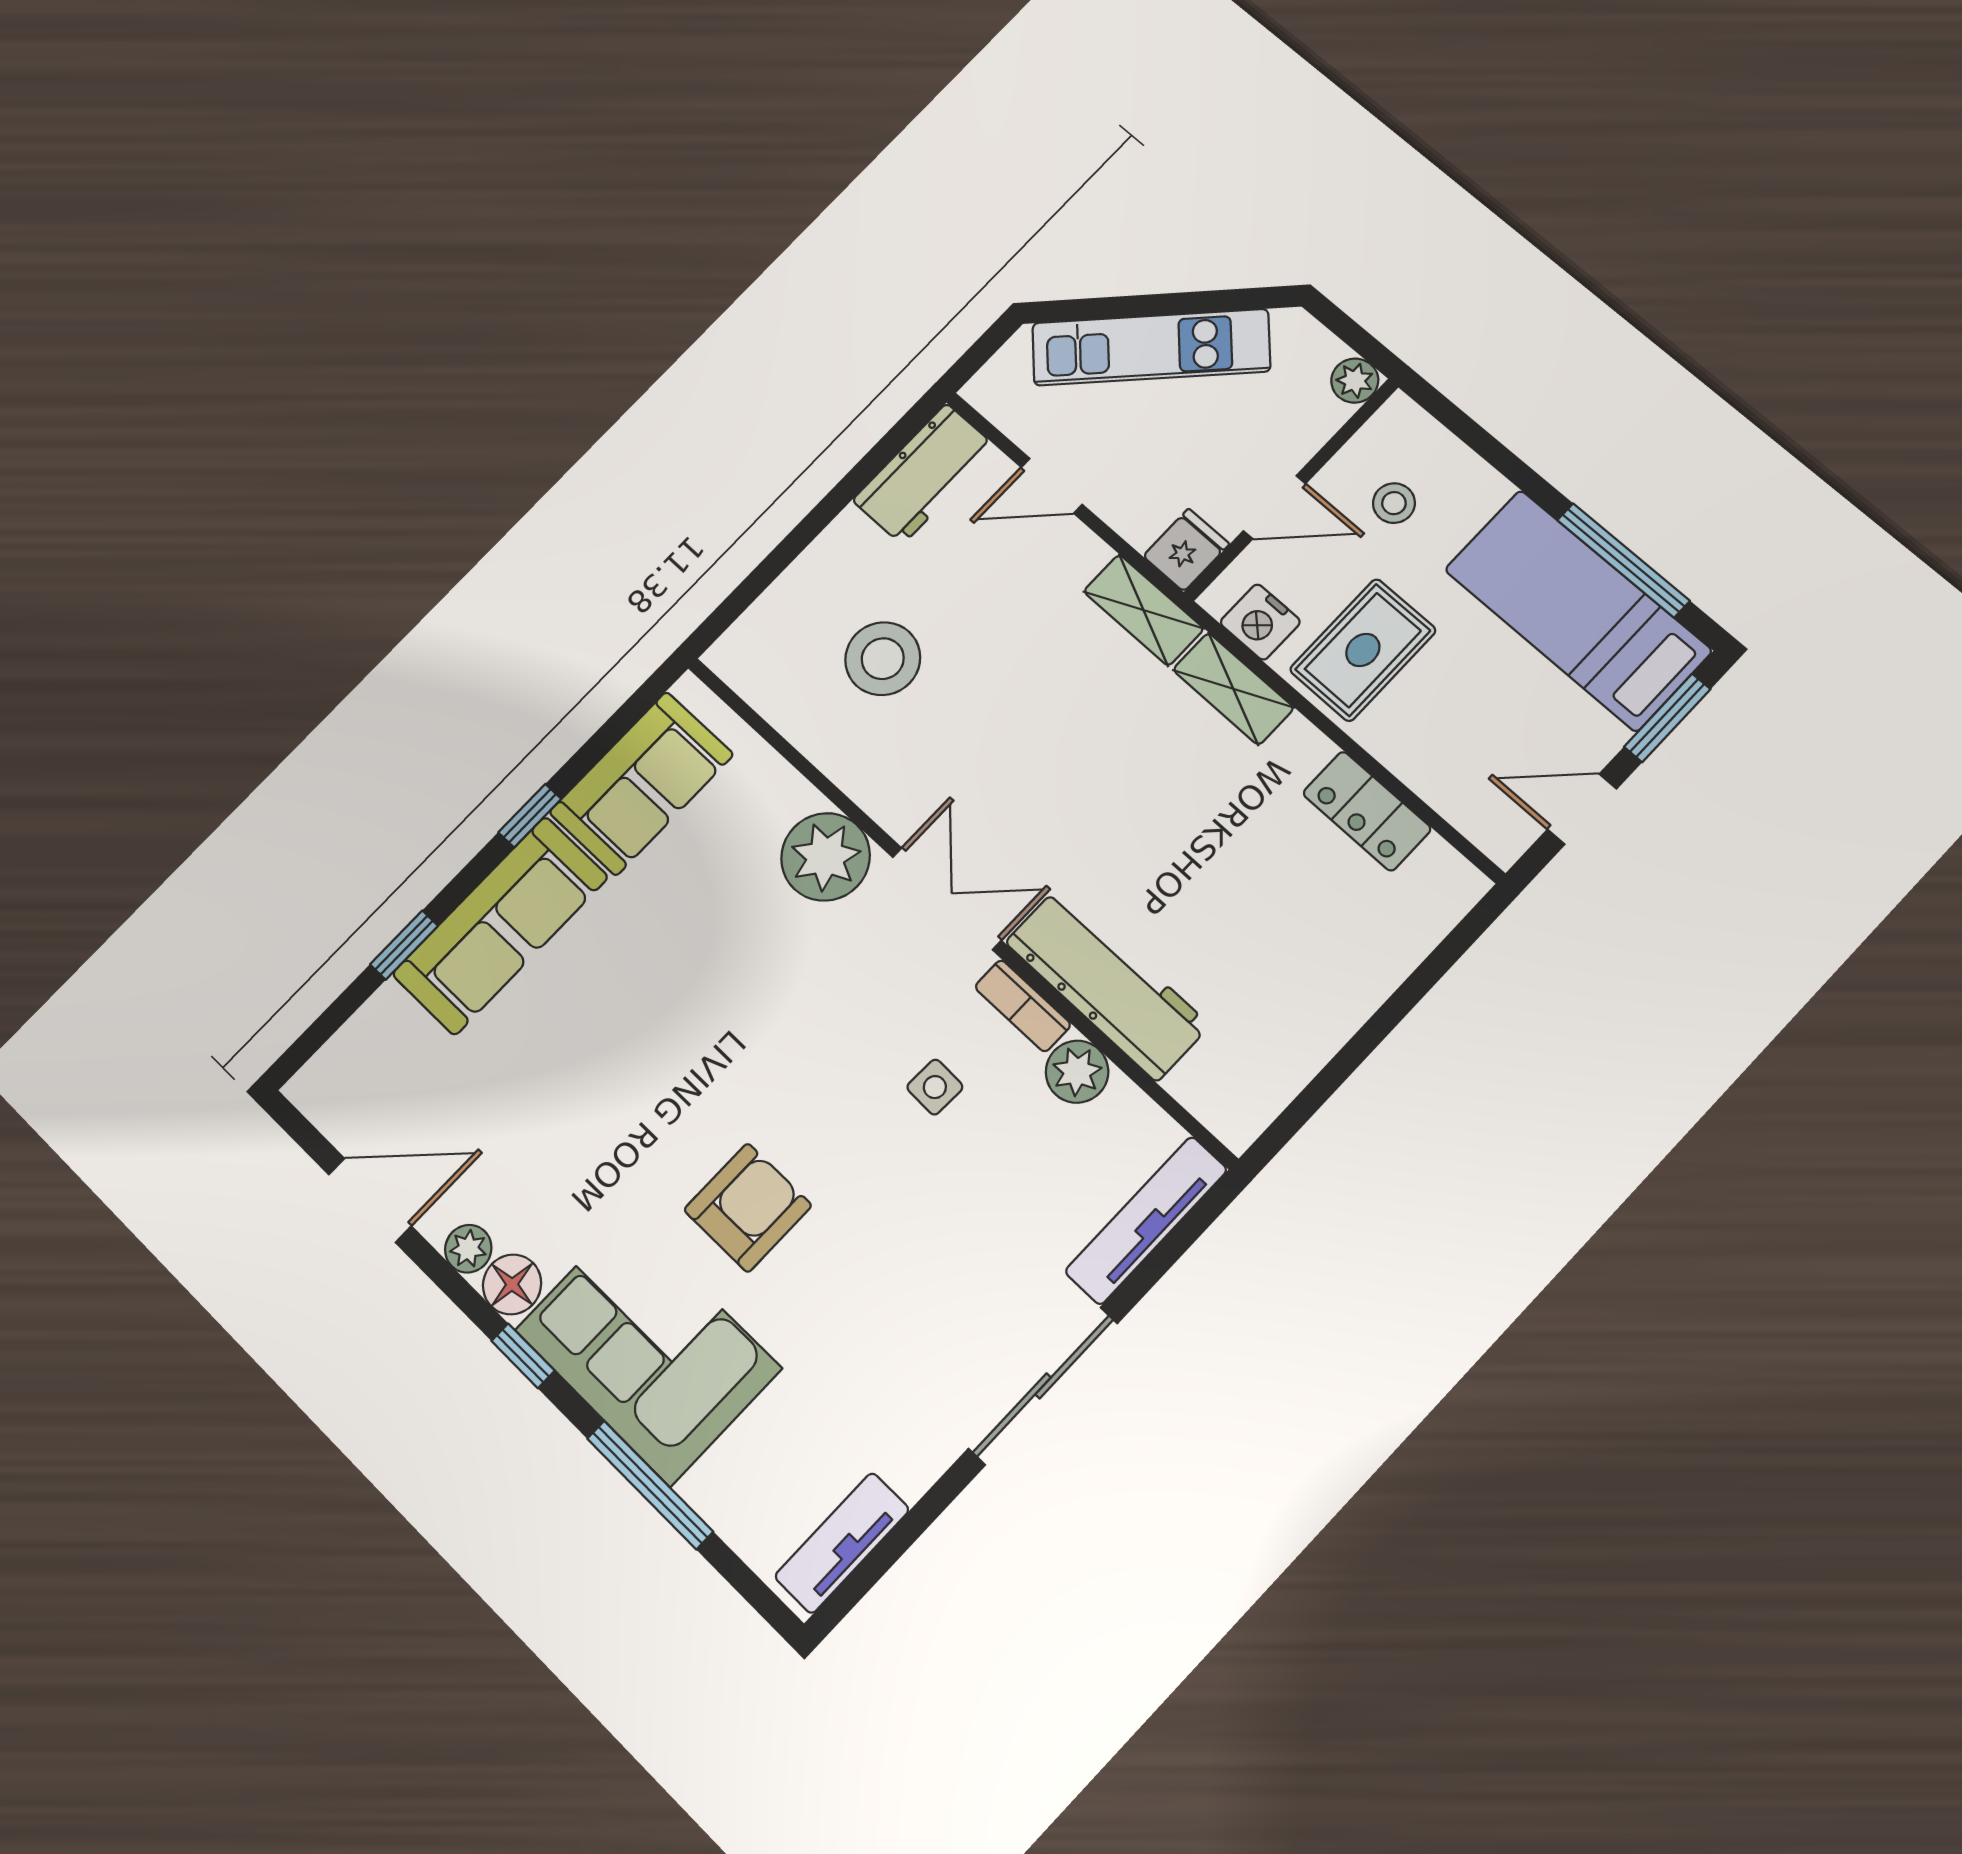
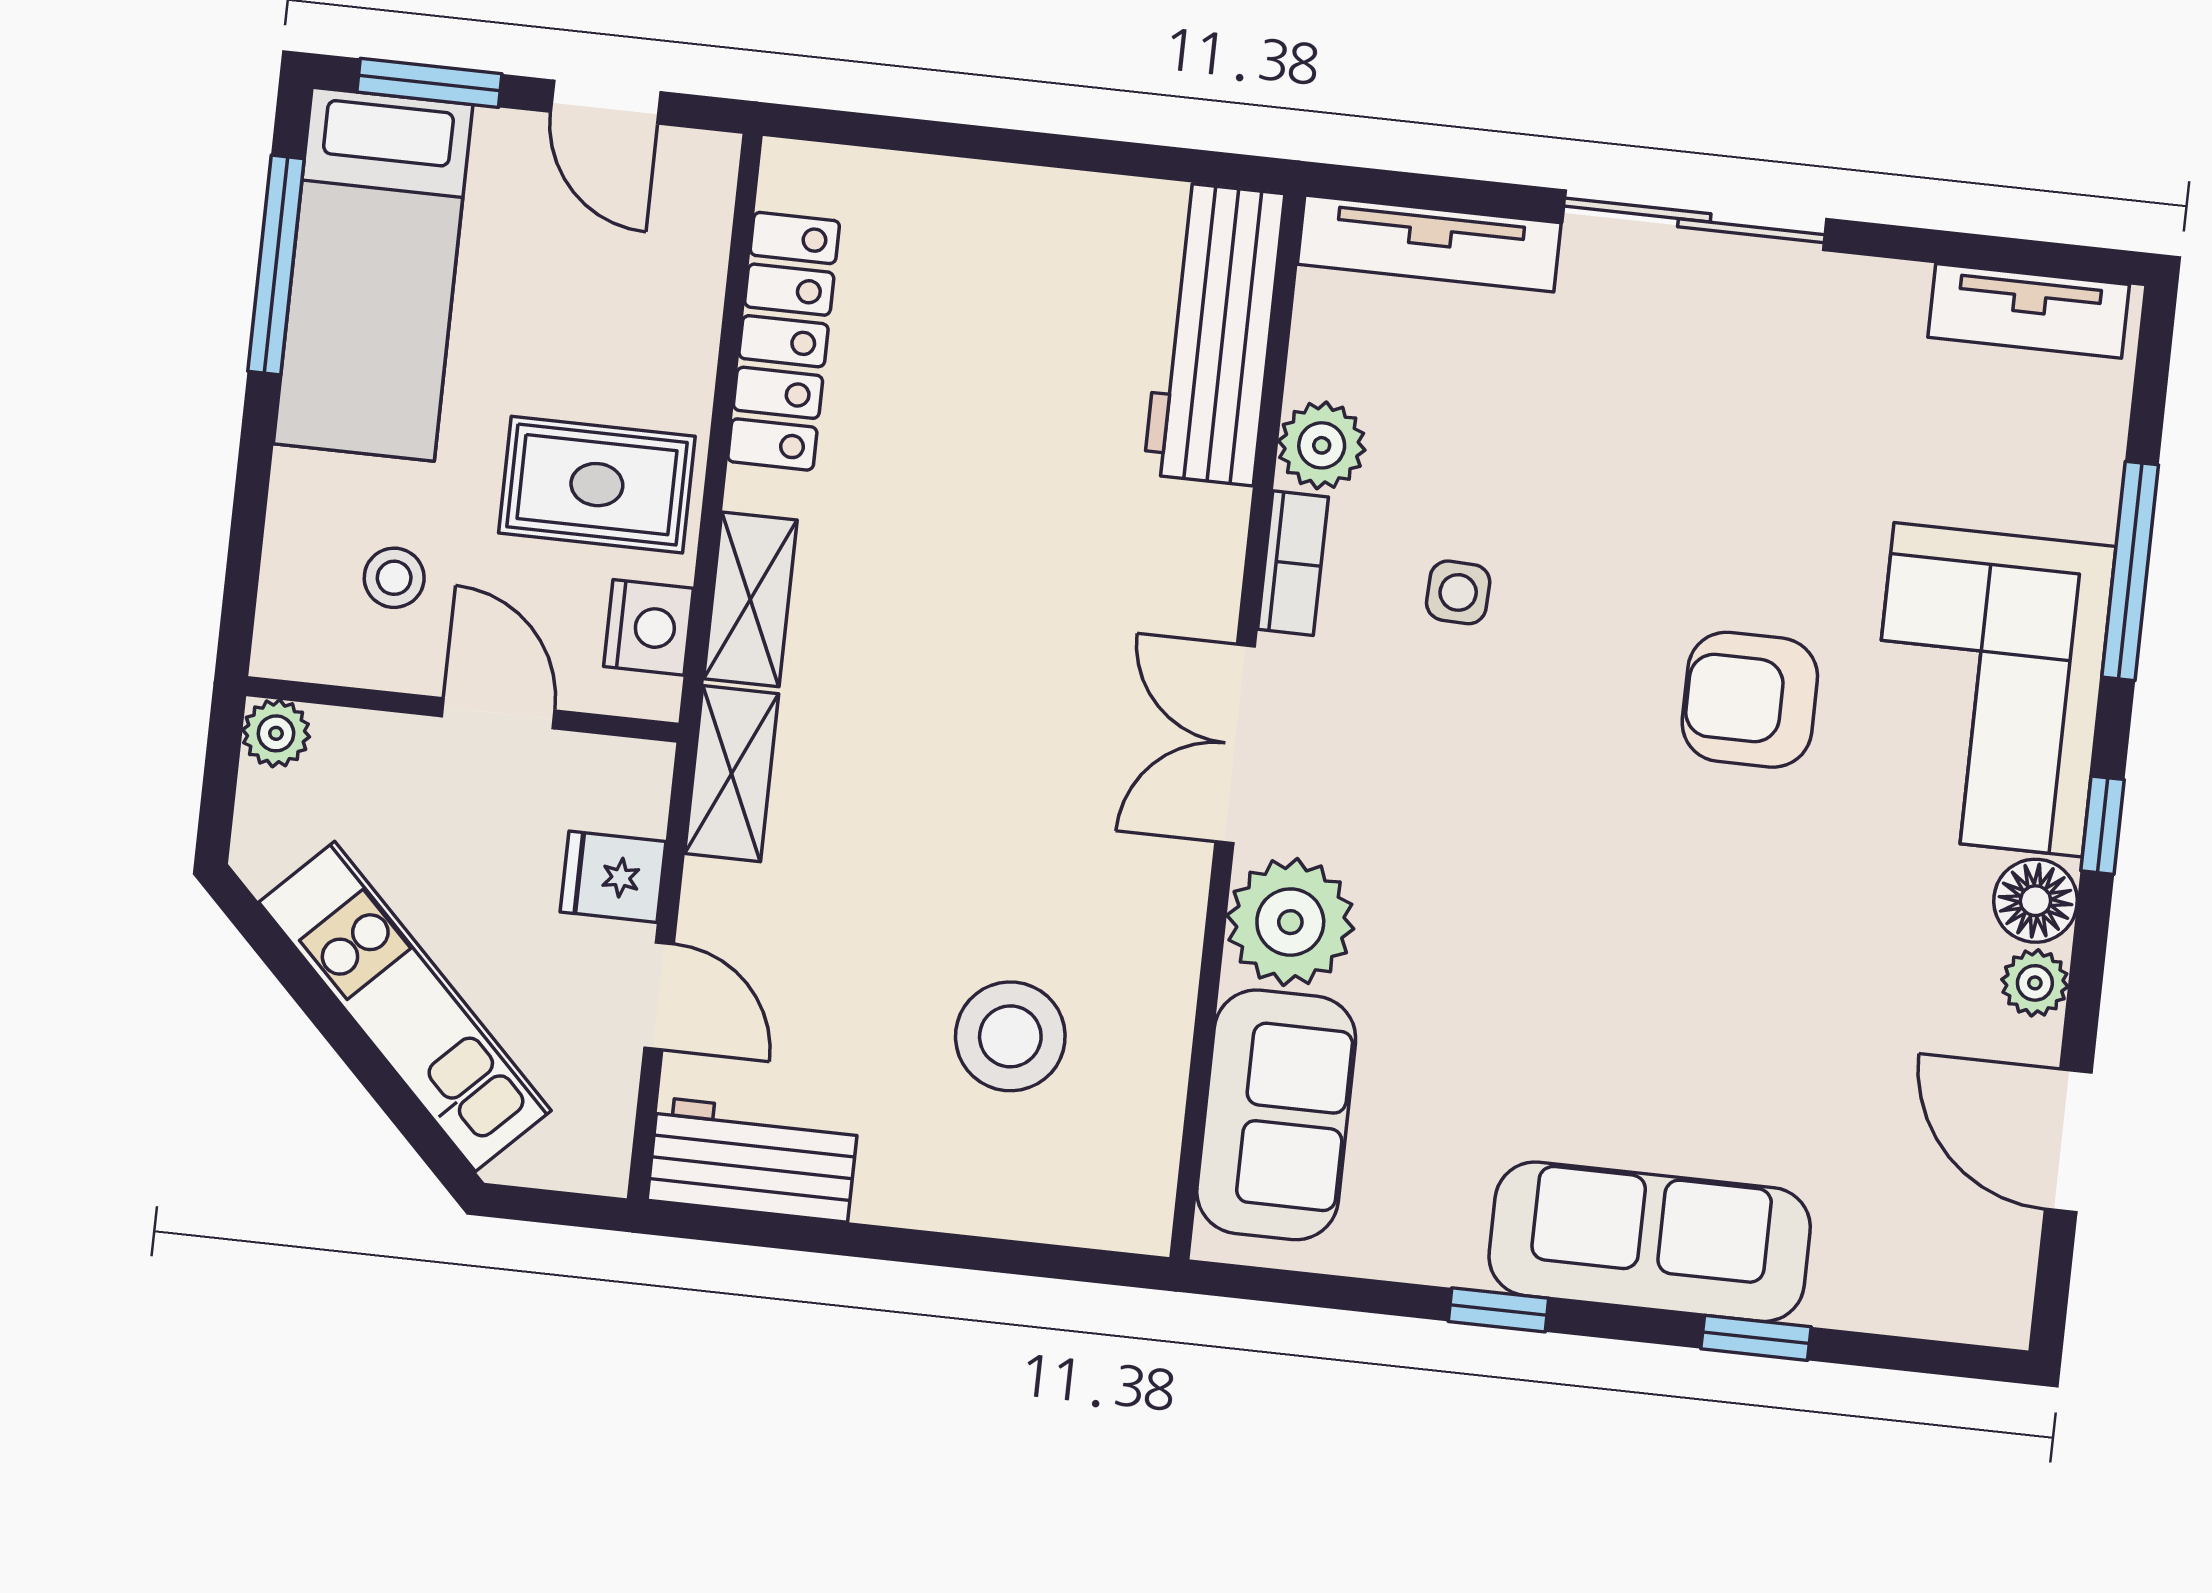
fridge: (1186, 550) -> (613, 877), moved
sofa: (641, 783) -> (1276, 1115), moved, turned 90
locker: (1367, 811) -> (784, 341), width x1.53
workbench: (1107, 984) -> (1214, 334), moved

